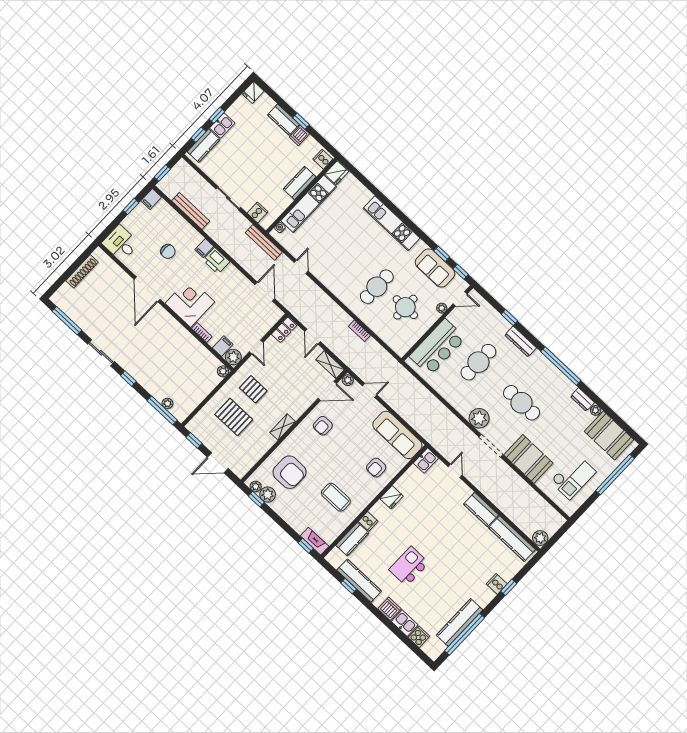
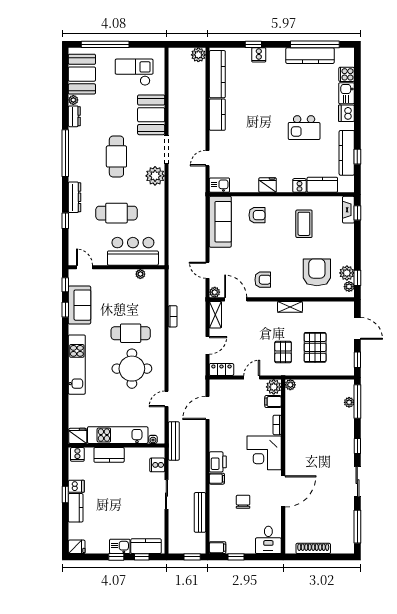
round table: (405, 307) -> (132, 369), moved, width x1.36, depth x1.36
plant: (442, 308) -> (140, 274), moved

